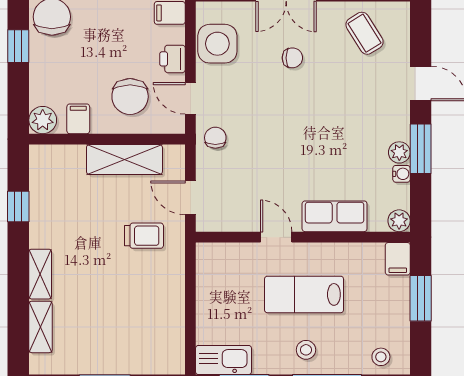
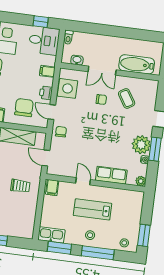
coffee table: (365, 33) -> (127, 98), moved
chair: (130, 97) -> (24, 108), turned 180
plant: (399, 152) -> (141, 145), width x1.88, depth x1.88
trolley: (144, 236) -> (20, 186), moved
filing cabinet: (398, 259) -> (52, 187), moved
window: (421, 298) -> (144, 235), moved

